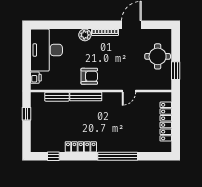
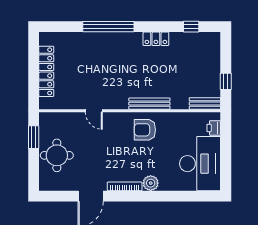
door: (129, 91) -> (94, 111), swing flipped
bench: (57, 97) -> (205, 103), moved
locker: (81, 147) -> (156, 39), width x0.66

